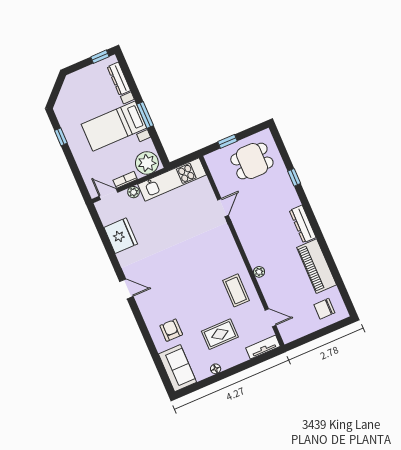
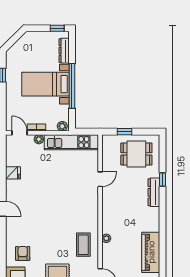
window: (145, 115) -> (72, 86), width x2.11
plant: (147, 163) -> (62, 126), width x0.53, depth x0.53
dresser: (303, 224) -> (154, 192), moved
fridge: (121, 236) -> (13, 173), width x0.53, depth x0.75

